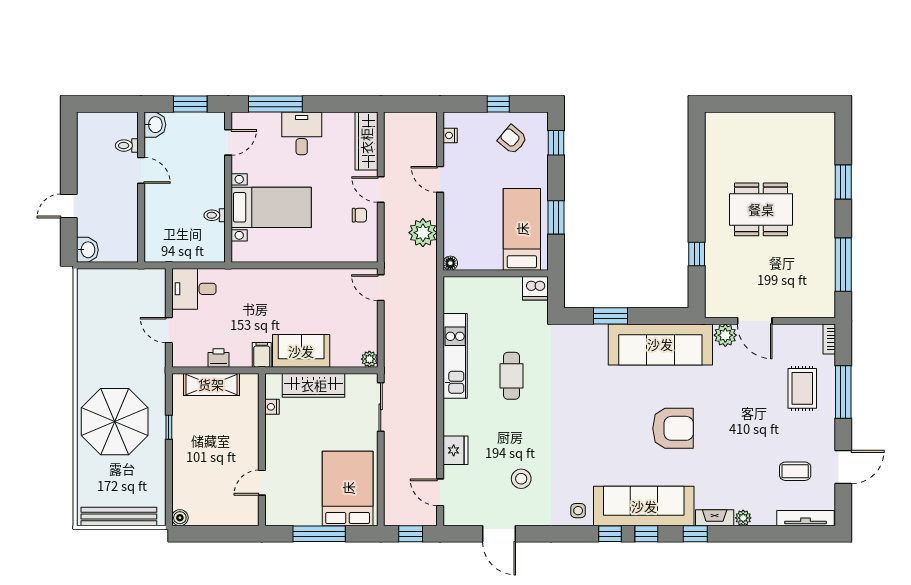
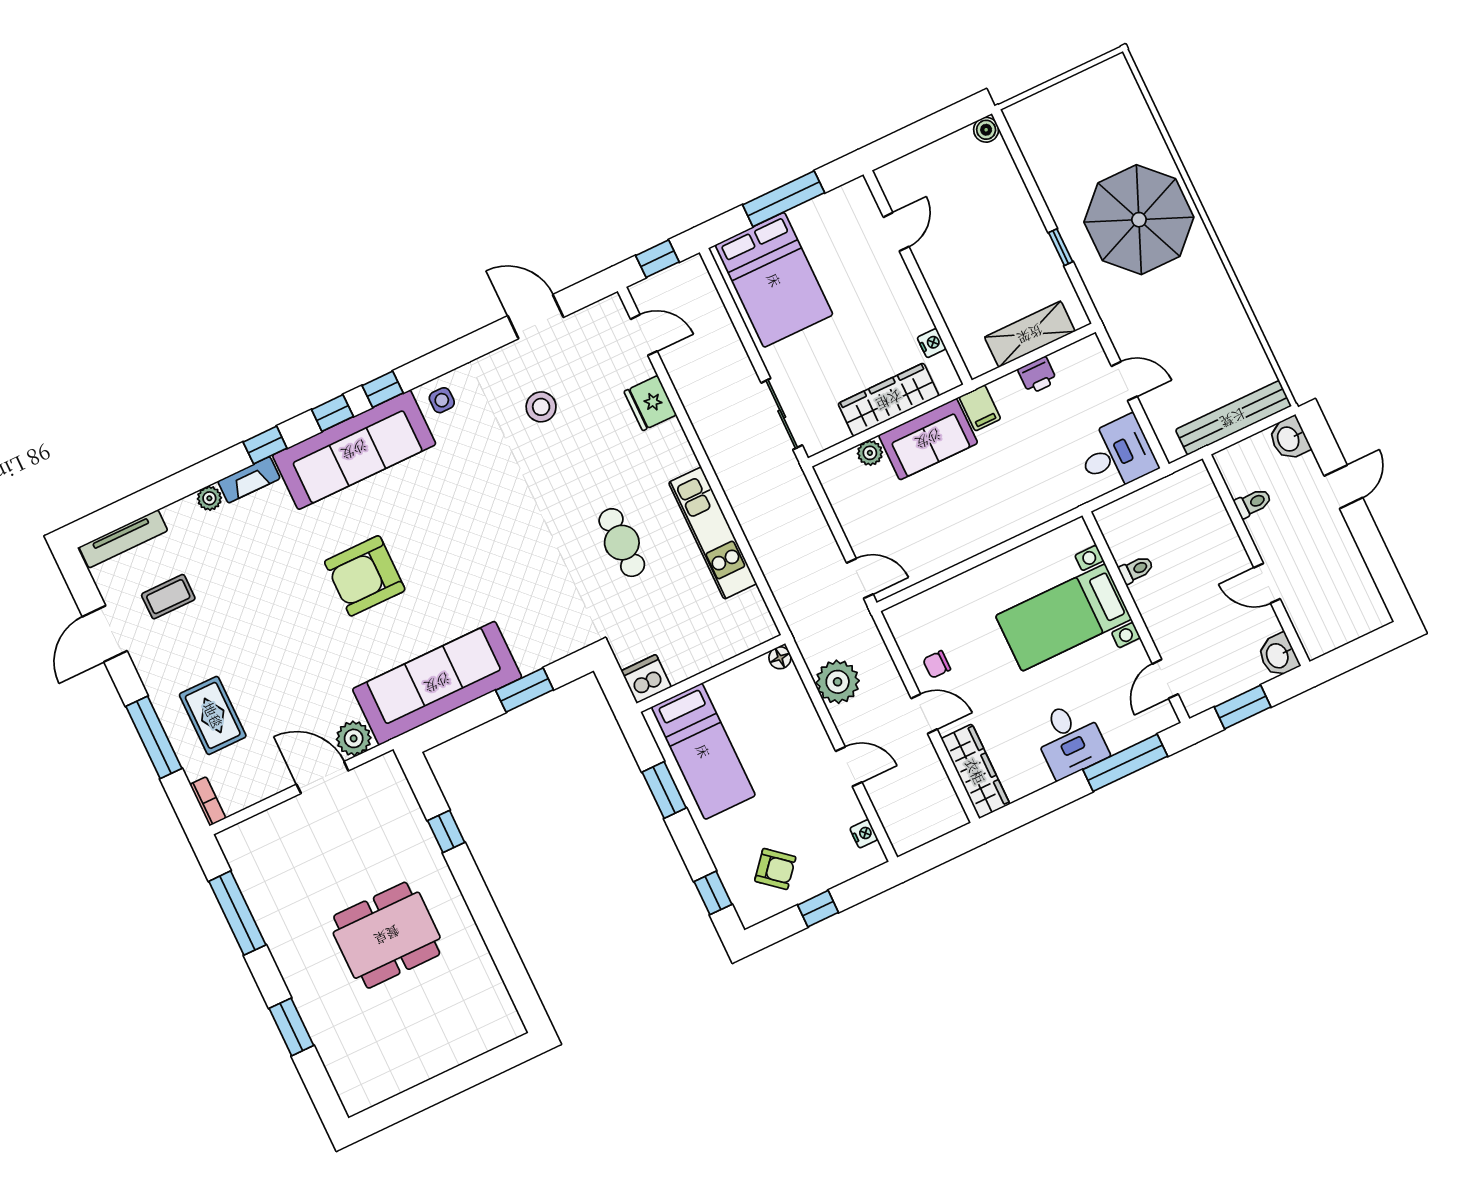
toilet: (127, 146) -> (1253, 503), moved
plant: (369, 359) -> (870, 453), moved
bench: (119, 516) -> (1233, 418), moved

